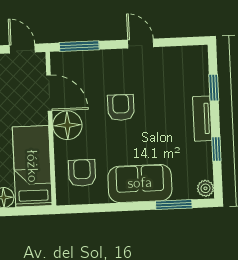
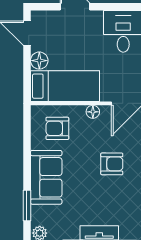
floor lamp: (67, 125) -> (93, 112), width x0.53, depth x0.53
armchair: (82, 173) -> (57, 128), turned 180

